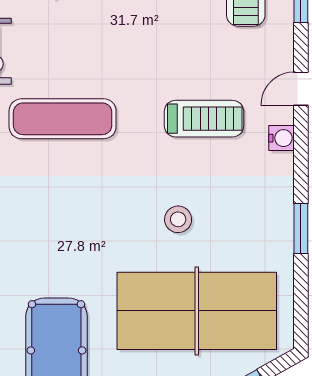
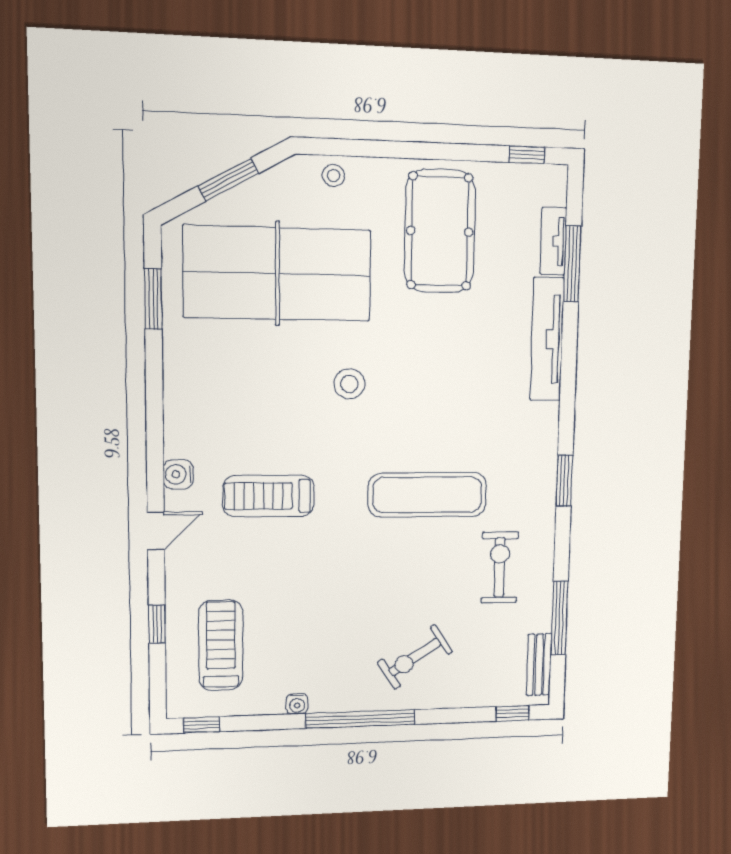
stool: (178, 219) -> (349, 384), moved
window: (301, 228) -> (153, 299), moved

